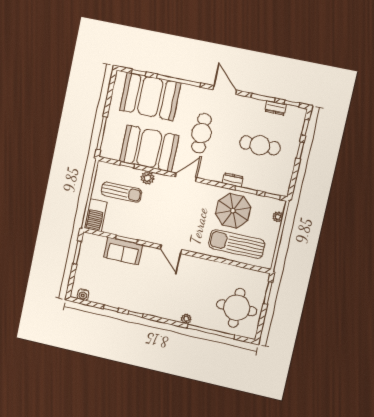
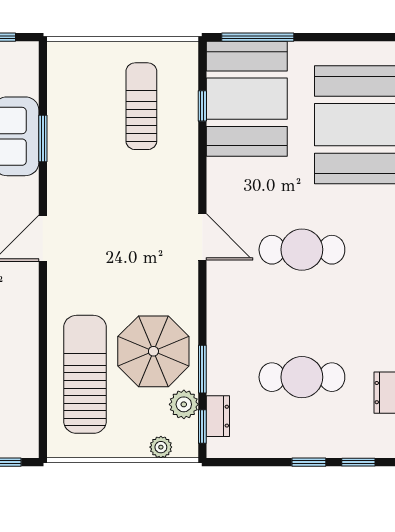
cafe table: (260, 145) -> (302, 377), turned 90
booth: (149, 148) -> (247, 99), moved
plant: (148, 178) -> (184, 404), moved
dresser: (233, 180) -> (218, 416), moved
sun lounger: (121, 192) -> (141, 106), turned 180
barbecue: (96, 215) -> (80, 60), removed

